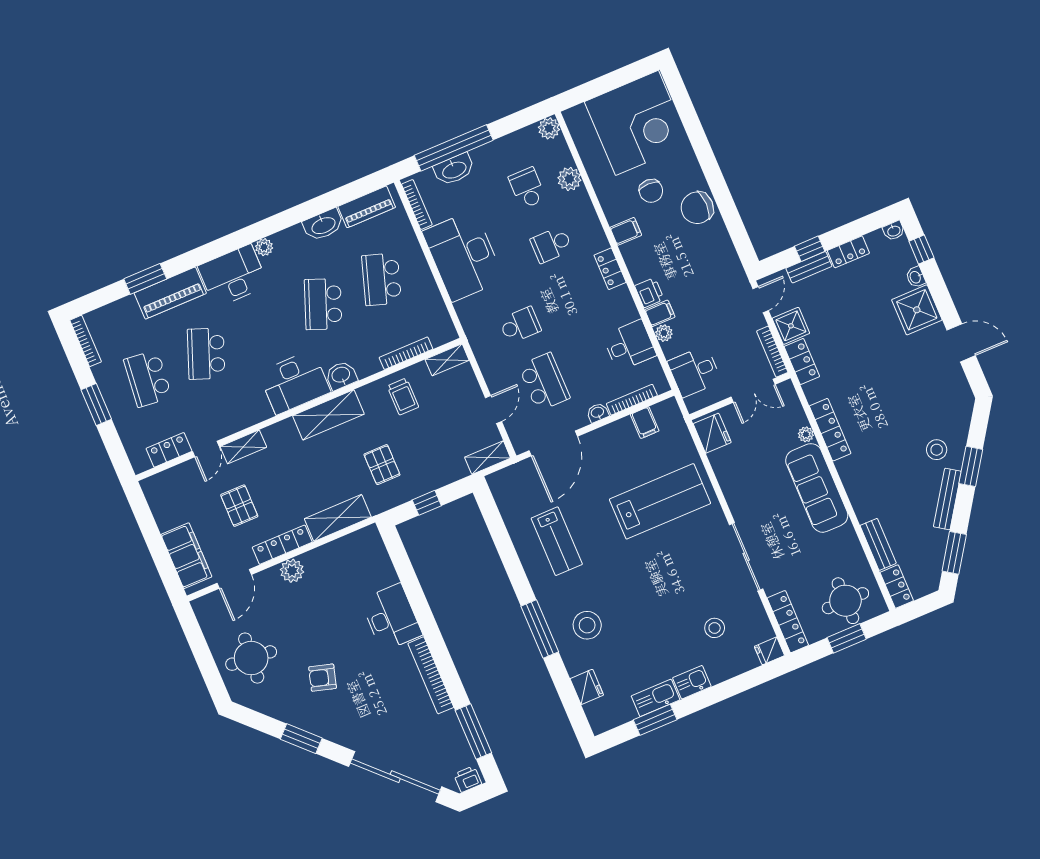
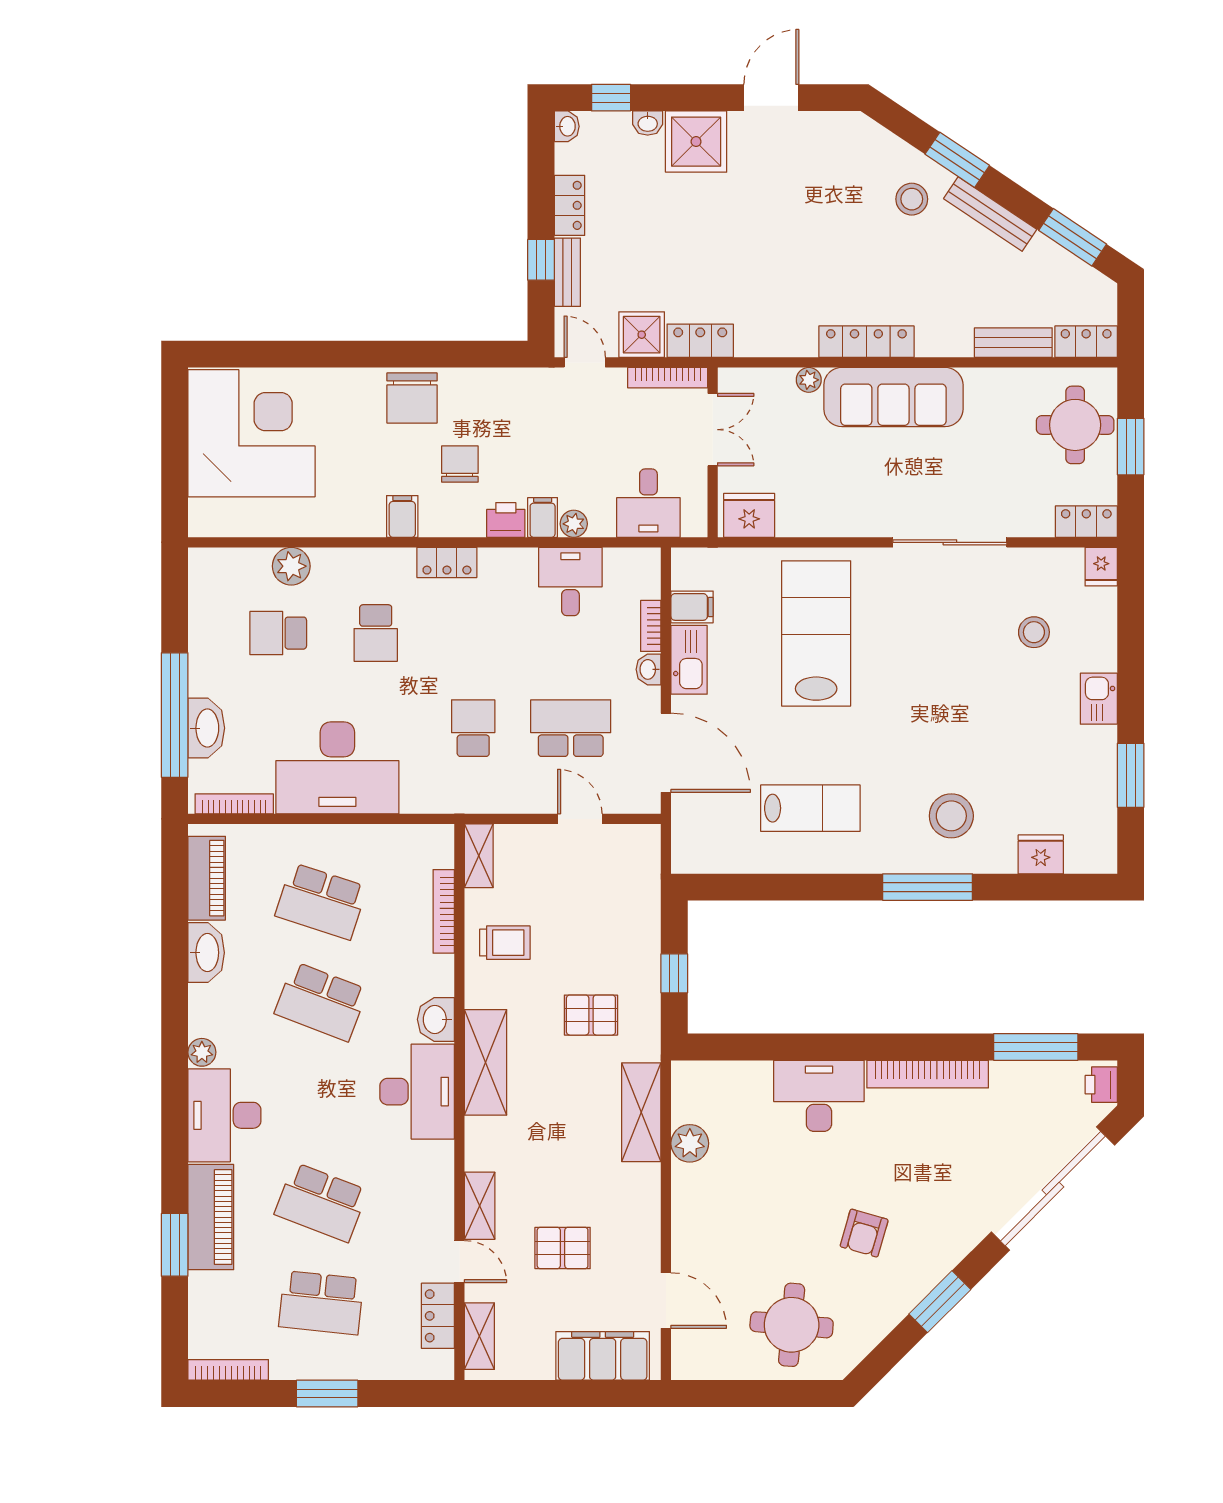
plant: (549, 128) -> (205, 565), removed
chair: (651, 191) -> (460, 464), moved, turned -90
bookcase: (632, 400) -> (651, 626), width x0.64
locker: (830, 430) -> (866, 342), moved
shelving: (488, 458) -> (479, 1336), moved
locker: (282, 545) -> (646, 1210), removed
plant: (292, 571) -> (690, 1143), moved
locker: (788, 622) -> (1086, 522), width x0.66
kitchen sink: (656, 698) -> (689, 660), moved, turned 180

